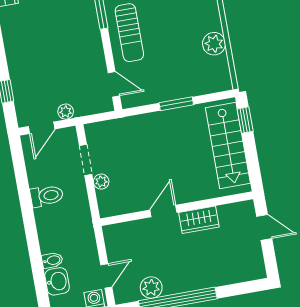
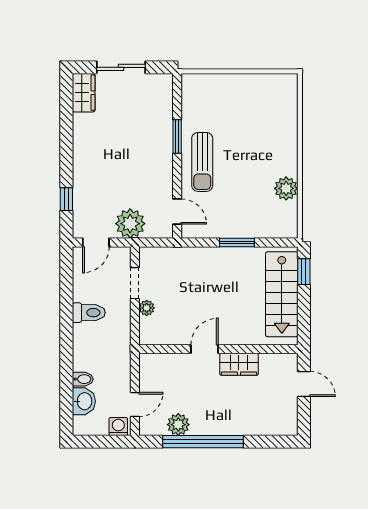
plant: (66, 112) -> (130, 224), width x1.87, depth x1.87

